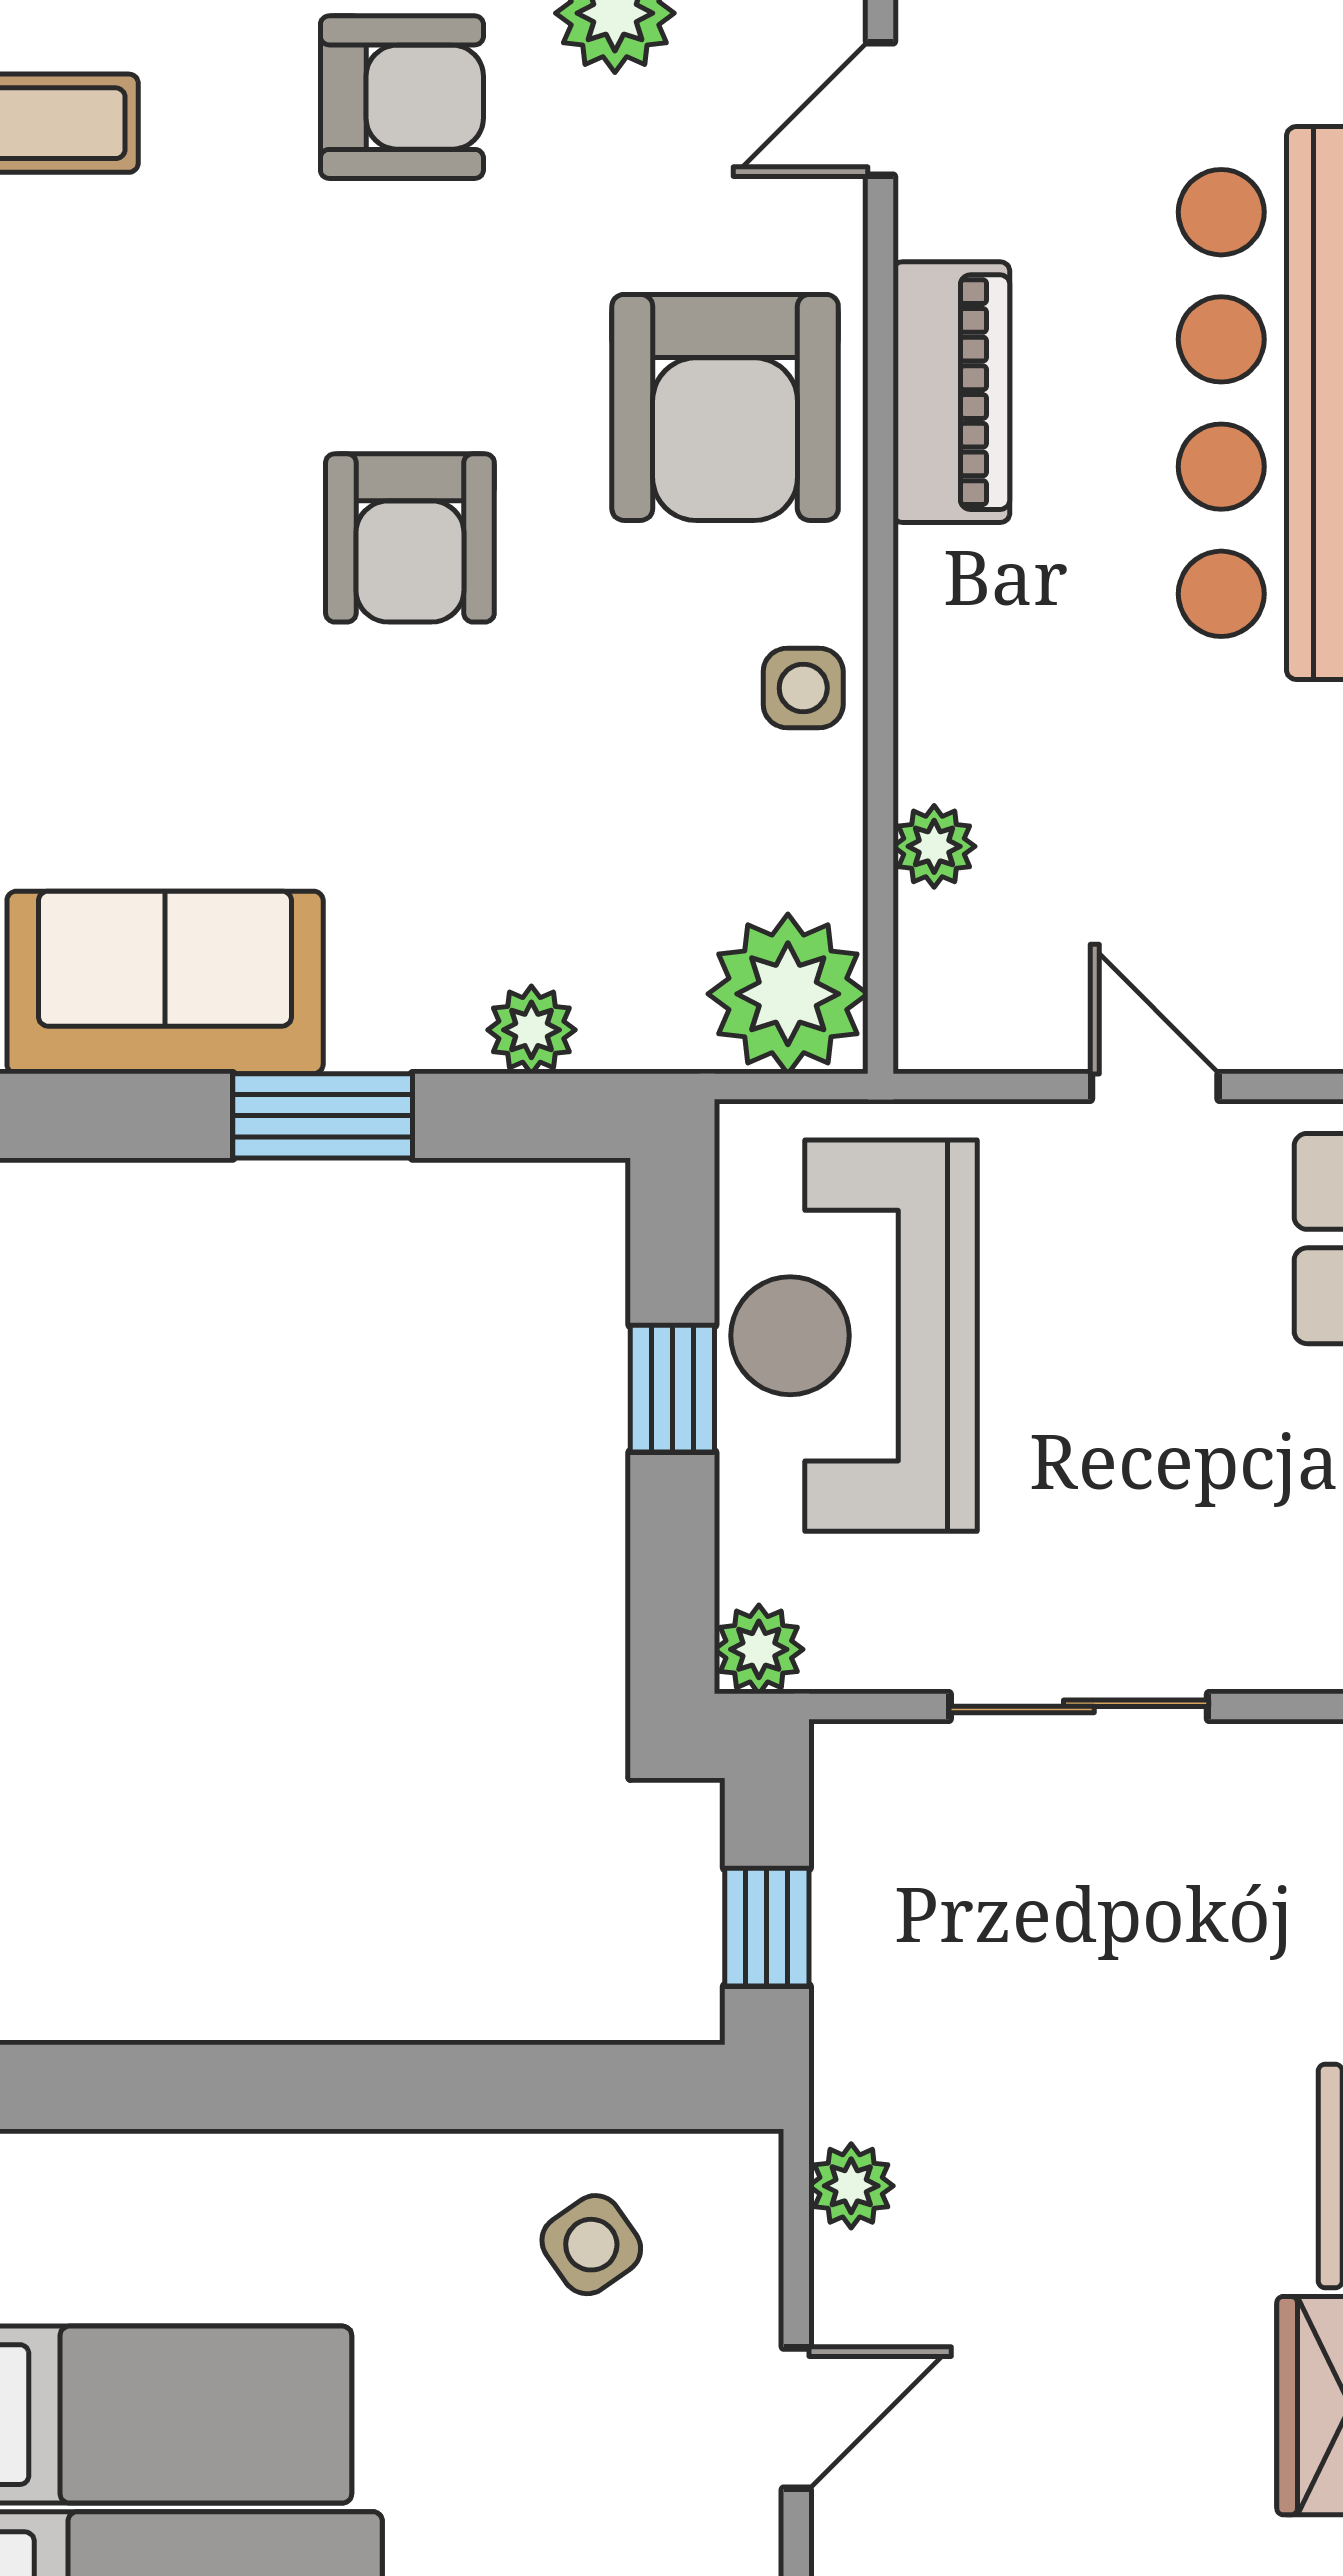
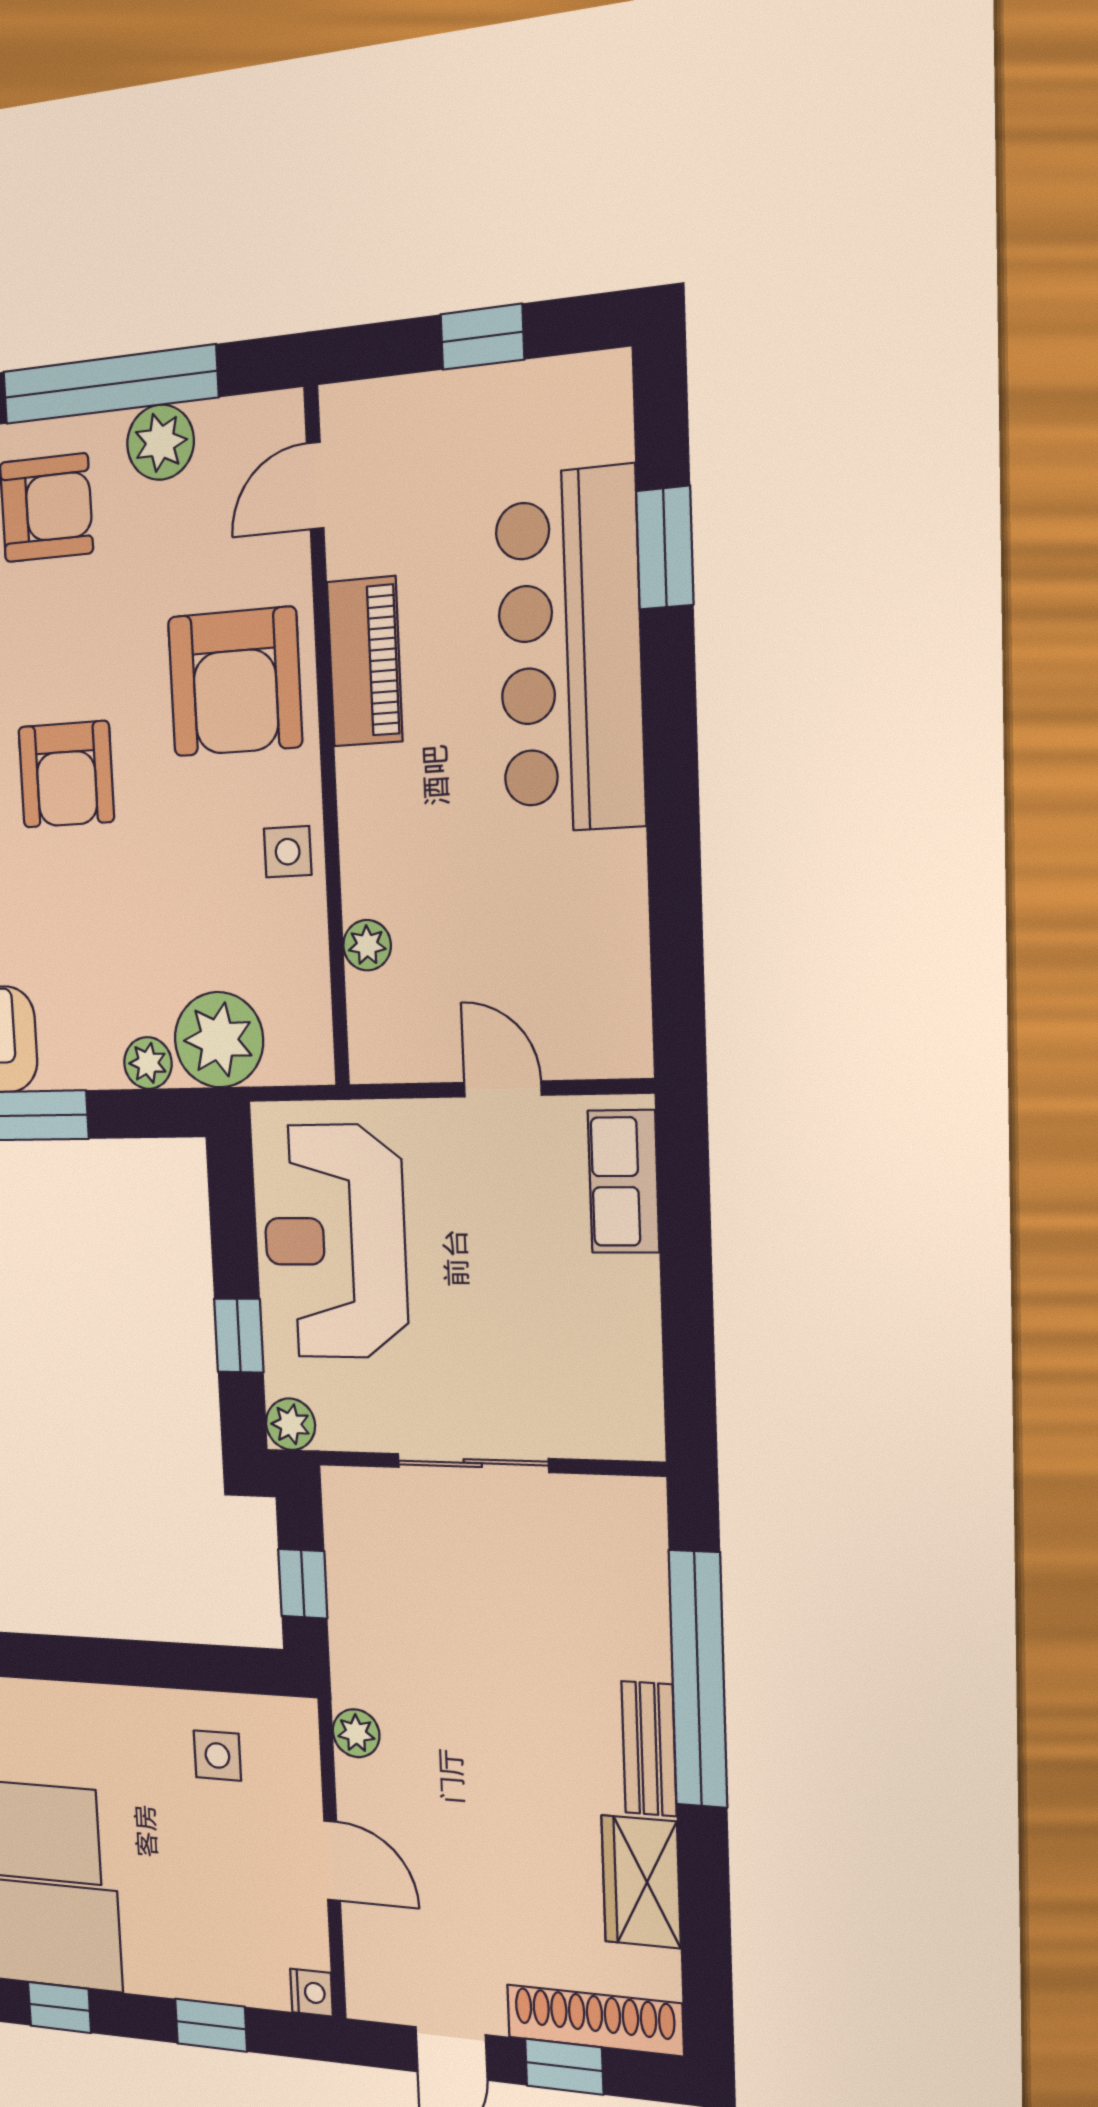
plant: (788, 994) -> (219, 1040), moved
window: (672, 1389) -> (239, 1336), moved
side table: (591, 2245) -> (217, 1756), turned 35
door: (796, 2418) -> (332, 1861), hinge flipped

